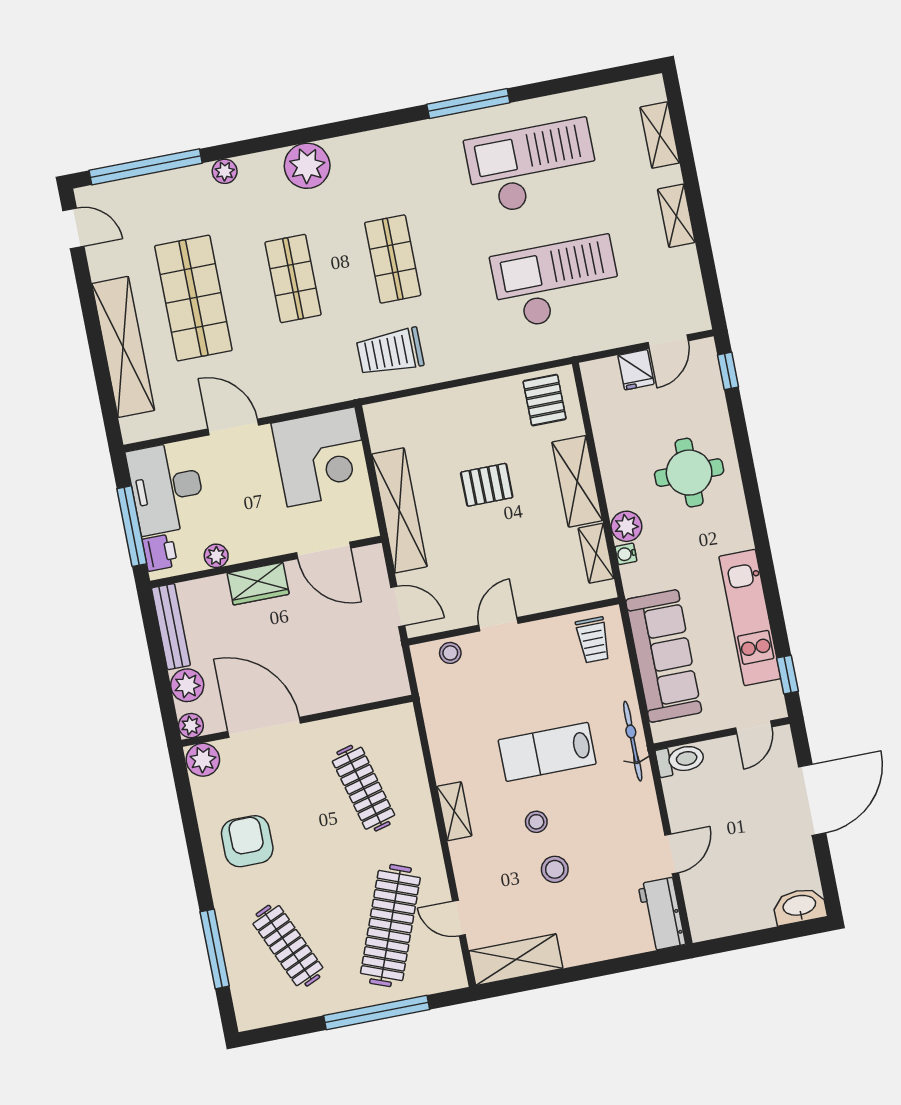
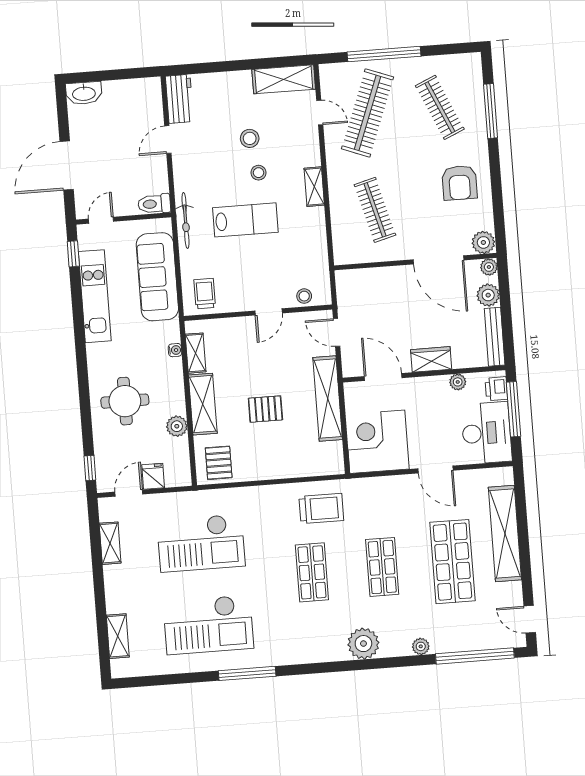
shelving: (676, 216) -> (110, 543), moved
plant: (626, 526) -> (177, 426), moved

